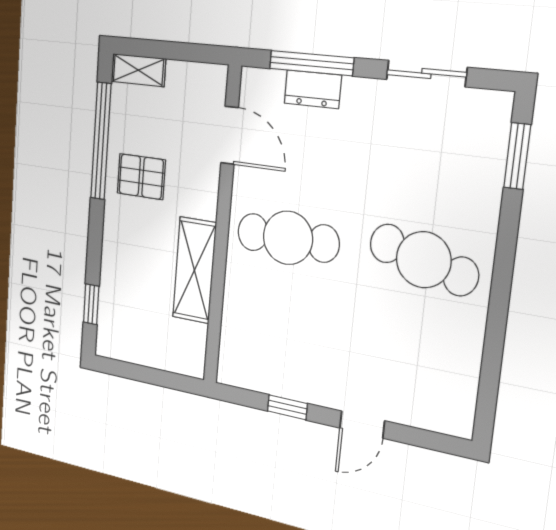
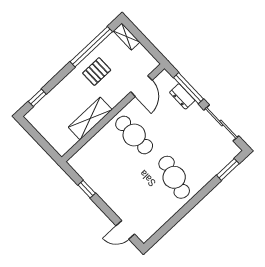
sliding door: (426, 73) -> (221, 123), width x1.37
pallet: (141, 177) -> (97, 72), turned 90
door: (362, 424) -> (125, 230), moved

